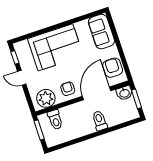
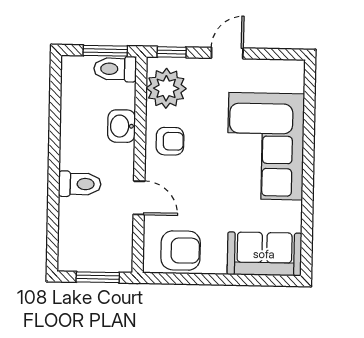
window: (15, 57) -> (172, 52), moved
door: (97, 93) -> (139, 198), width x0.53
washbasin: (124, 93) -> (122, 126), moved
toilet: (55, 120) -> (115, 69), moved

